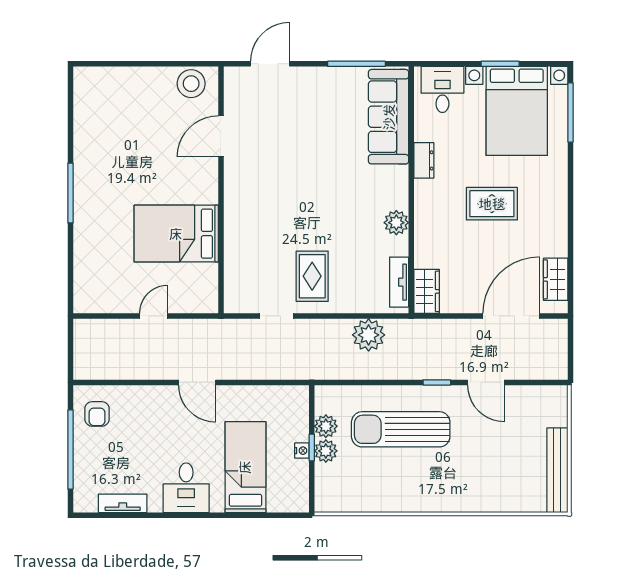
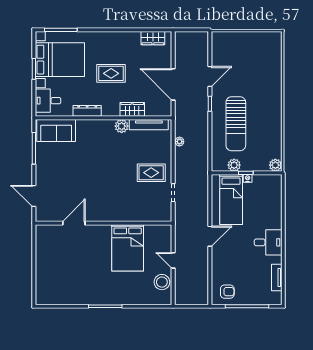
stool: (191, 84) -> (162, 282), moved
sofa: (389, 117) -> (56, 130), width x0.73
door: (221, 136) -> (74, 223), swing flipped
dresser: (424, 160) -> (87, 111), width x1.44
rug: (492, 204) -> (111, 73), turned 90
tv unit: (399, 282) -> (149, 125), width x1.41
wardrobe: (427, 291) -> (132, 109), moved
door: (511, 316) -> (173, 84), moved
plant: (369, 335) -> (179, 142), width x0.53, depth x0.53
plant: (326, 451) -> (275, 165), moved
bed: (245, 467) -> (231, 200), moved, turned -90
bench: (557, 470) -> (258, 37), removed

